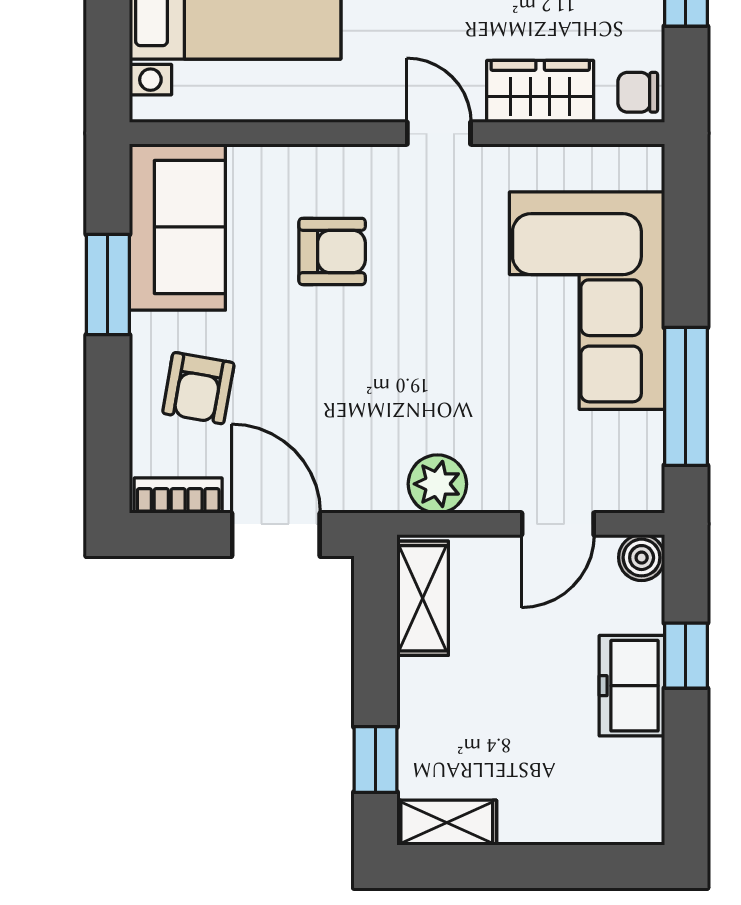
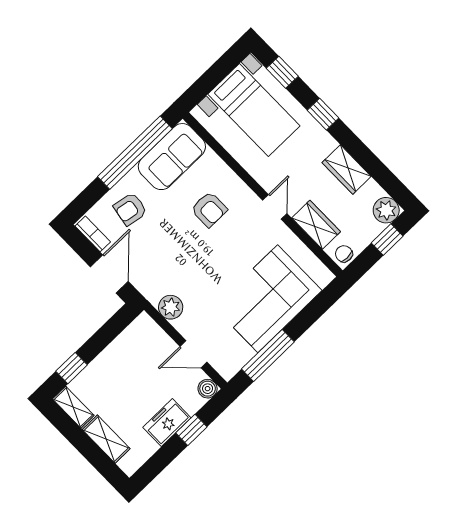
window: (108, 285) -> (135, 153), width x2.11
shelving: (423, 598) -> (106, 439), moved, turned 90

